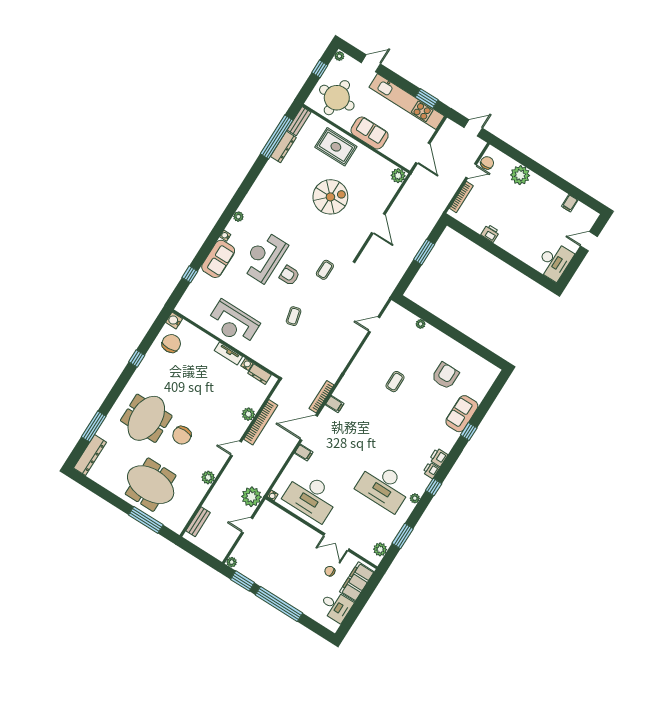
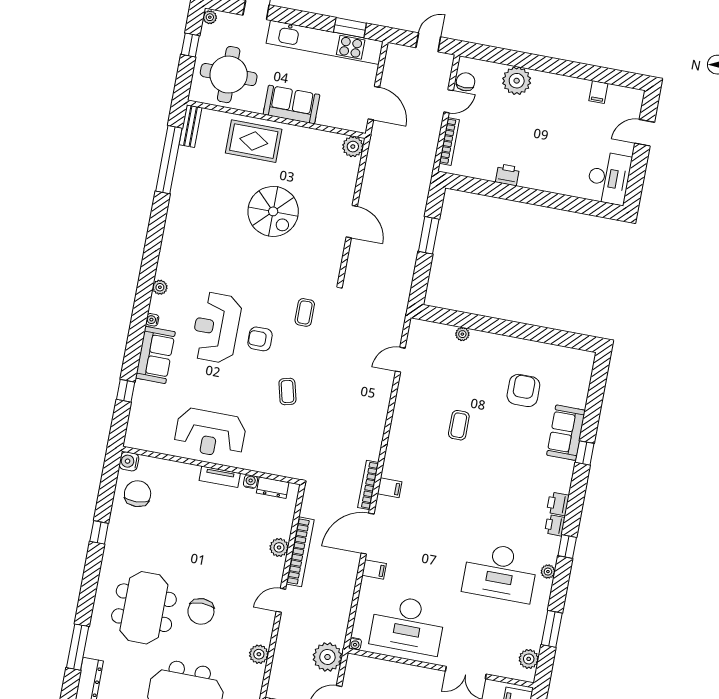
dresser: (283, 147) -> (183, 169), removed
spiral stairs: (330, 197) -> (273, 211), turned 90

